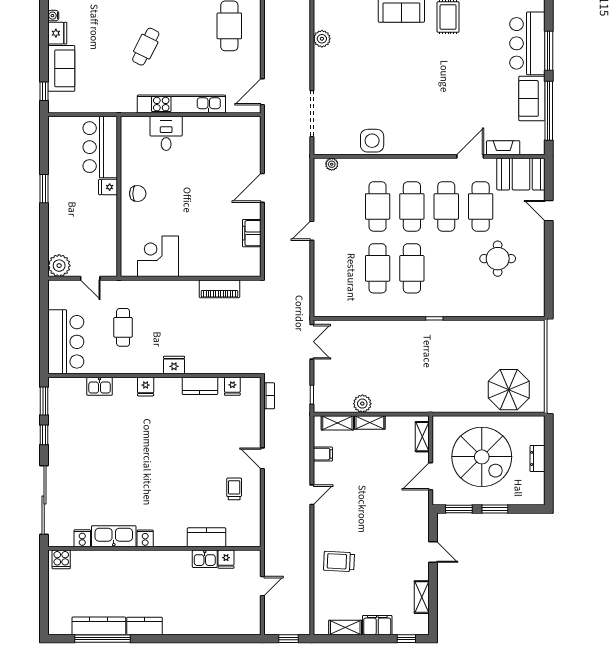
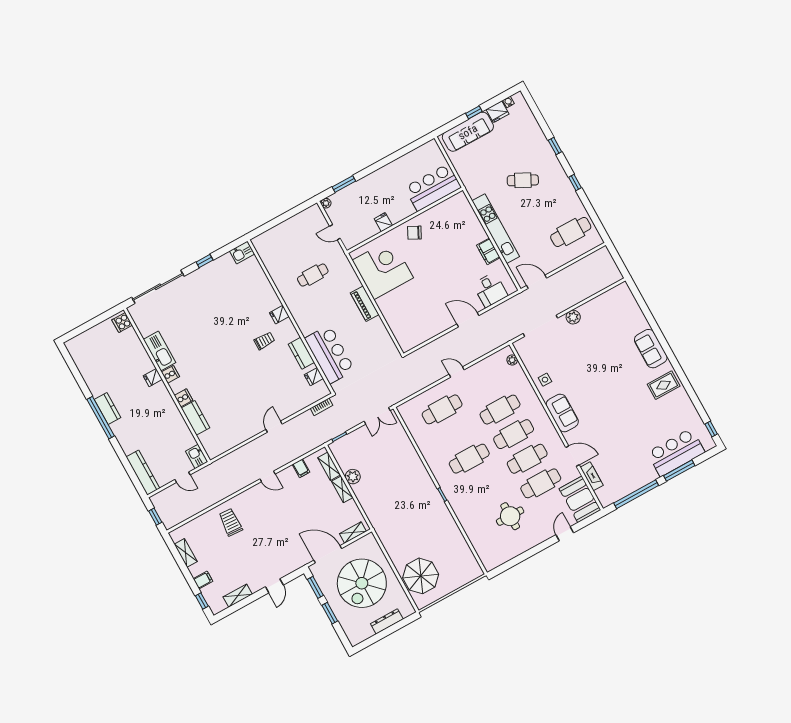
plant: (322, 39) -> (573, 317), moved
sofa: (61, 68) -> (468, 132), width x1.36
window: (44, 91) -> (474, 112), moved
sofa: (532, 98) -> (562, 413), moved, turned 90
desk: (166, 133) -> (490, 290), moved, turned 90
side table: (372, 141) -> (545, 380), width x0.54, depth x0.54
fridge: (108, 187) -> (383, 222), moved
window: (44, 189) -> (344, 184), moved
chair: (138, 194) -> (414, 233), turned 117
filing cabinet: (252, 233) -> (488, 251), moved, turned -90
corner desk: (158, 256) -> (383, 269), width x1.36, depth x1.36
plant: (59, 266) -> (326, 203), width x0.53, depth x0.53
cafe table: (378, 268) -> (442, 409), moved
door: (90, 278) -> (335, 232), hinge flipped
piano: (219, 289) -> (365, 304), moved
bar counter: (66, 342) -> (330, 354), moved, turned -90
fridge: (174, 365) -> (306, 326), removed
kitchen sink: (100, 386) -> (242, 252), moved, turned -90
window: (44, 401) -> (229, 248), removed
dresser: (537, 458) -> (387, 621), width x1.44
door: (431, 476) -> (328, 554), width x1.36
trolley: (234, 489) -> (264, 341), moved
cooker: (82, 538) -> (183, 398), moved
kitchen sink: (205, 559) -> (197, 456), moved
fridge: (226, 559) -> (153, 378), moved
filing cabinet: (377, 625) -> (203, 580), width x0.50
kitchen counter: (99, 626) -> (143, 473), moved
window: (102, 639) -> (101, 418), moved

